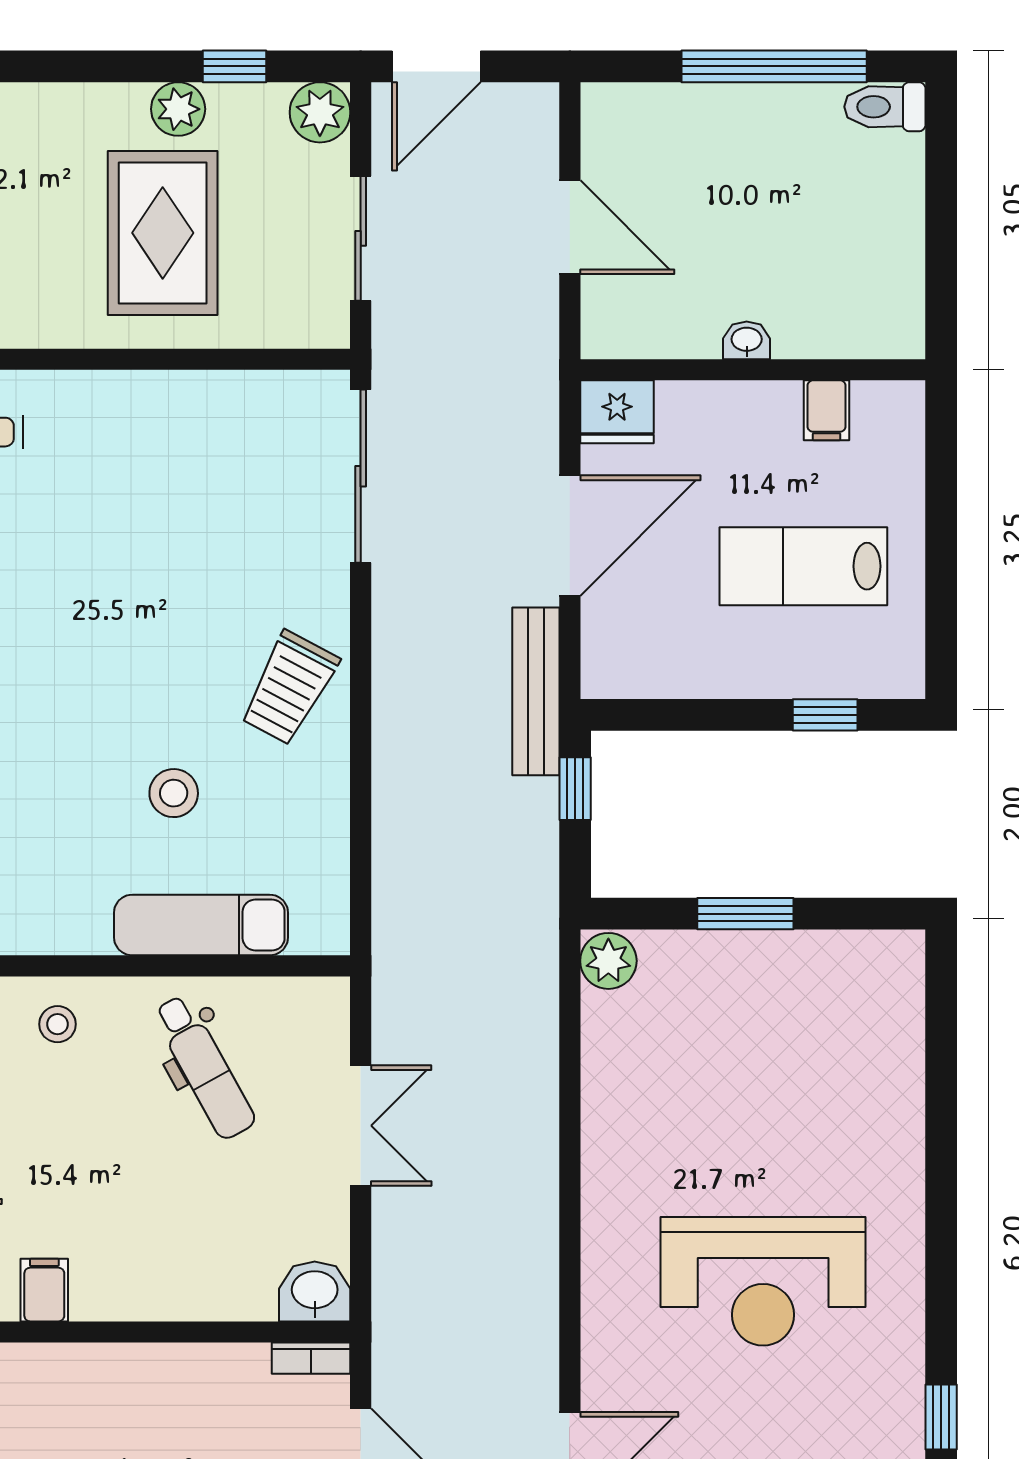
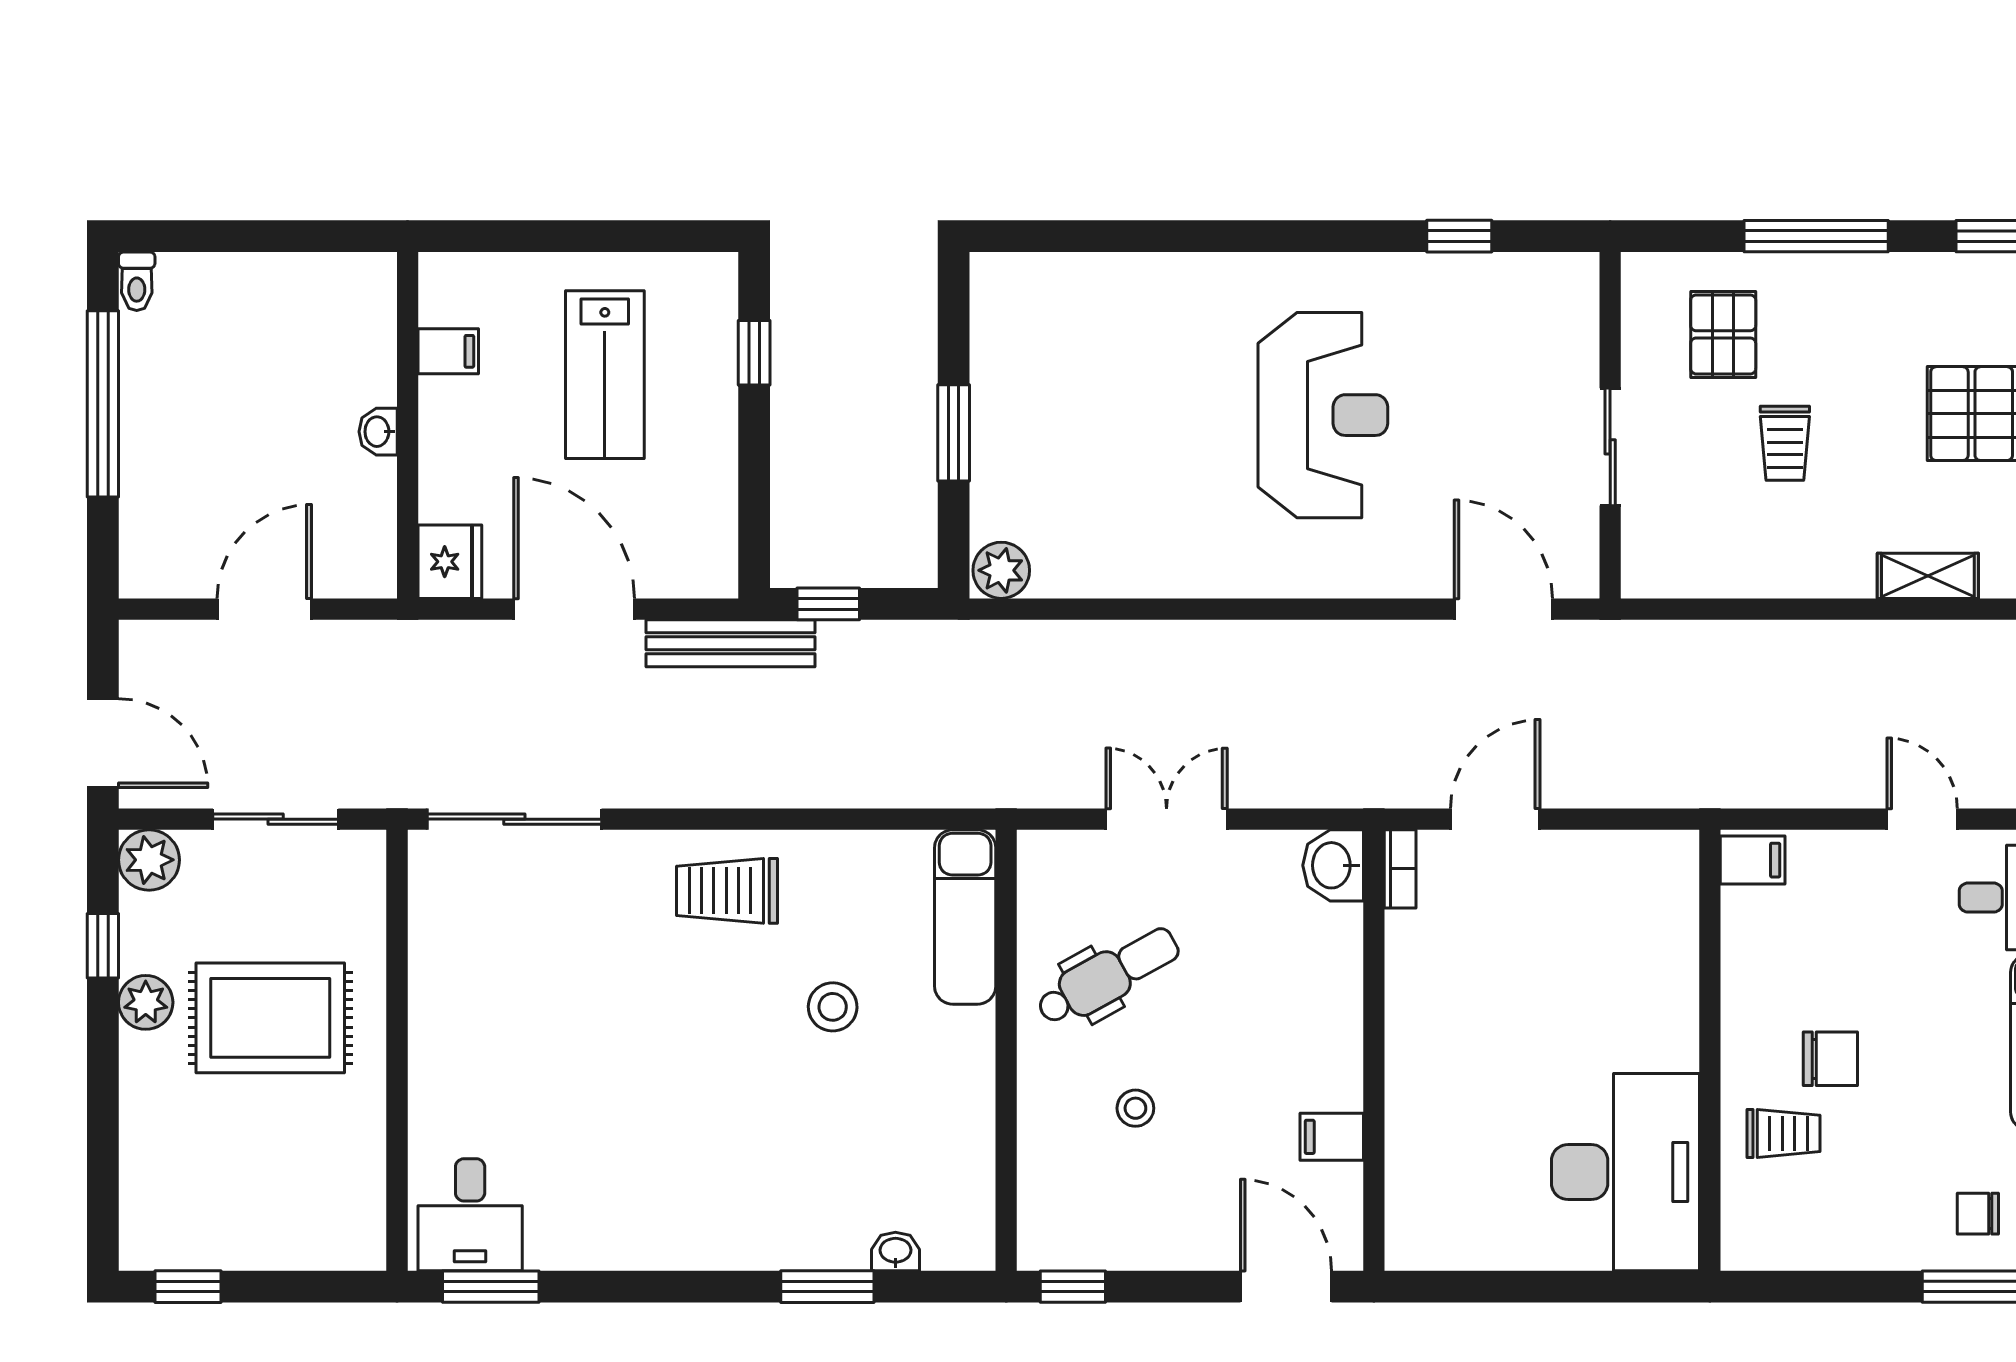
toilet: (885, 107) -> (137, 281), width x0.73, depth x0.72
trolley: (289, 688) -> (727, 891), turned 152
exam couch: (201, 925) -> (965, 917), moved
stool: (57, 1024) -> (1135, 1108), moved

